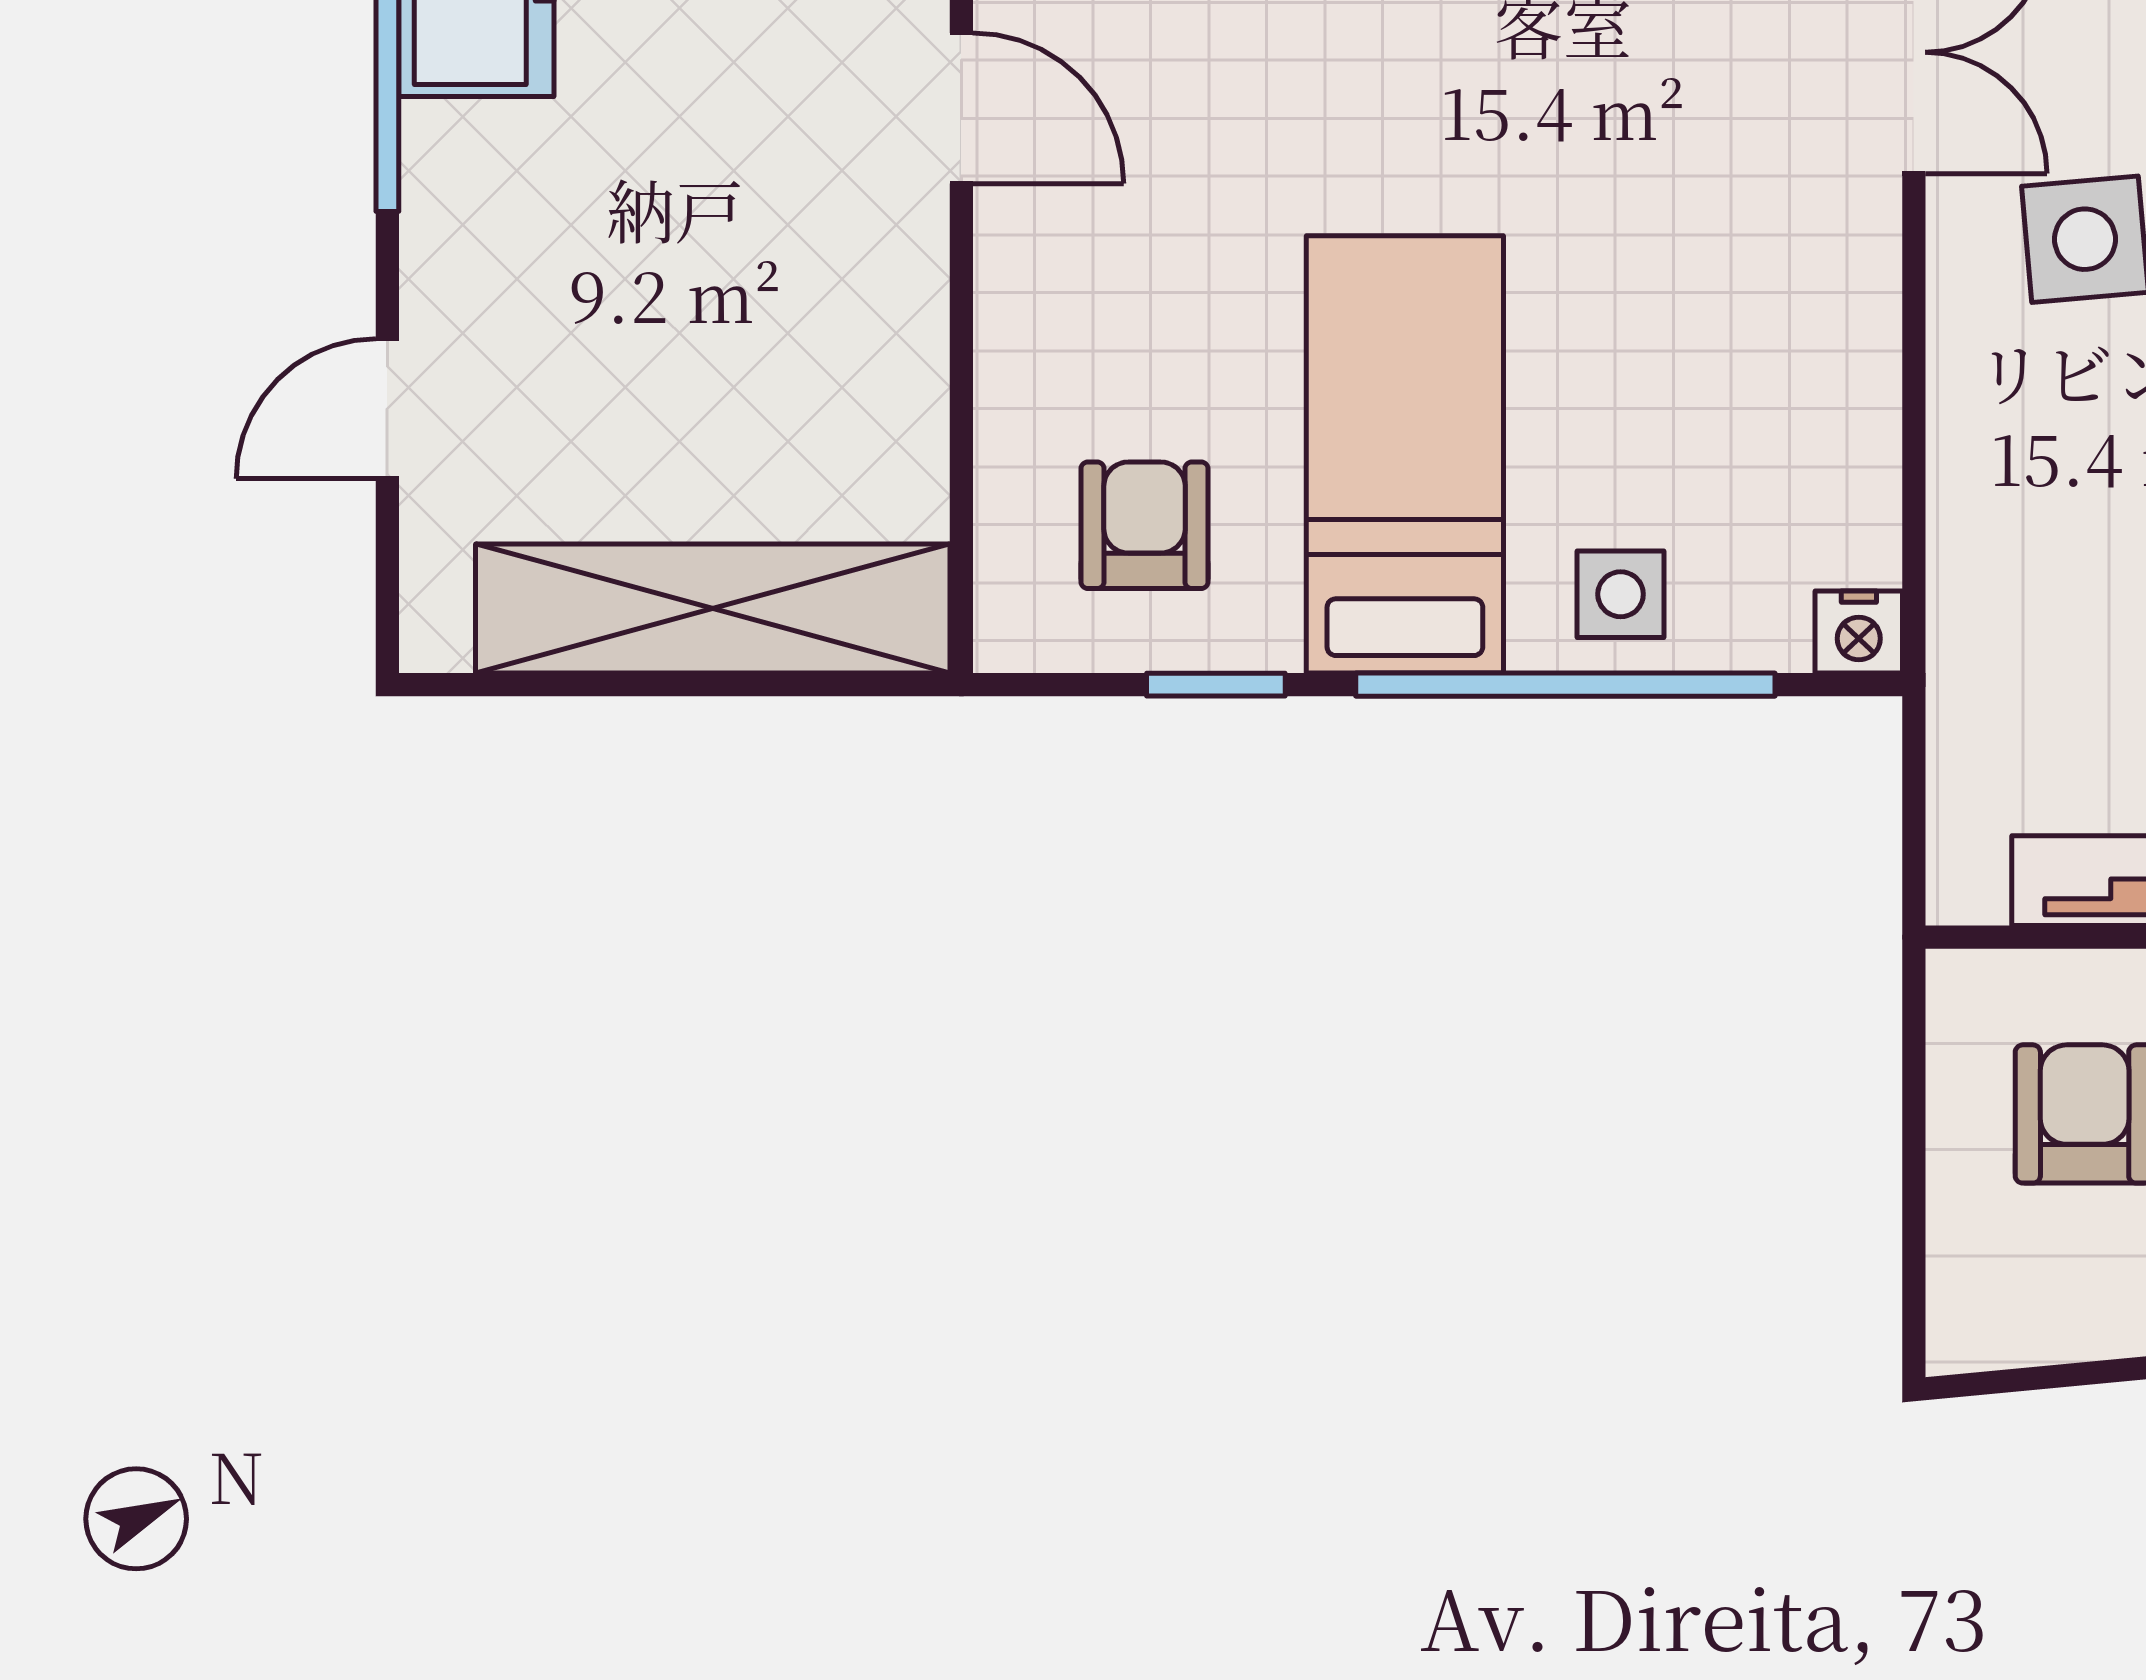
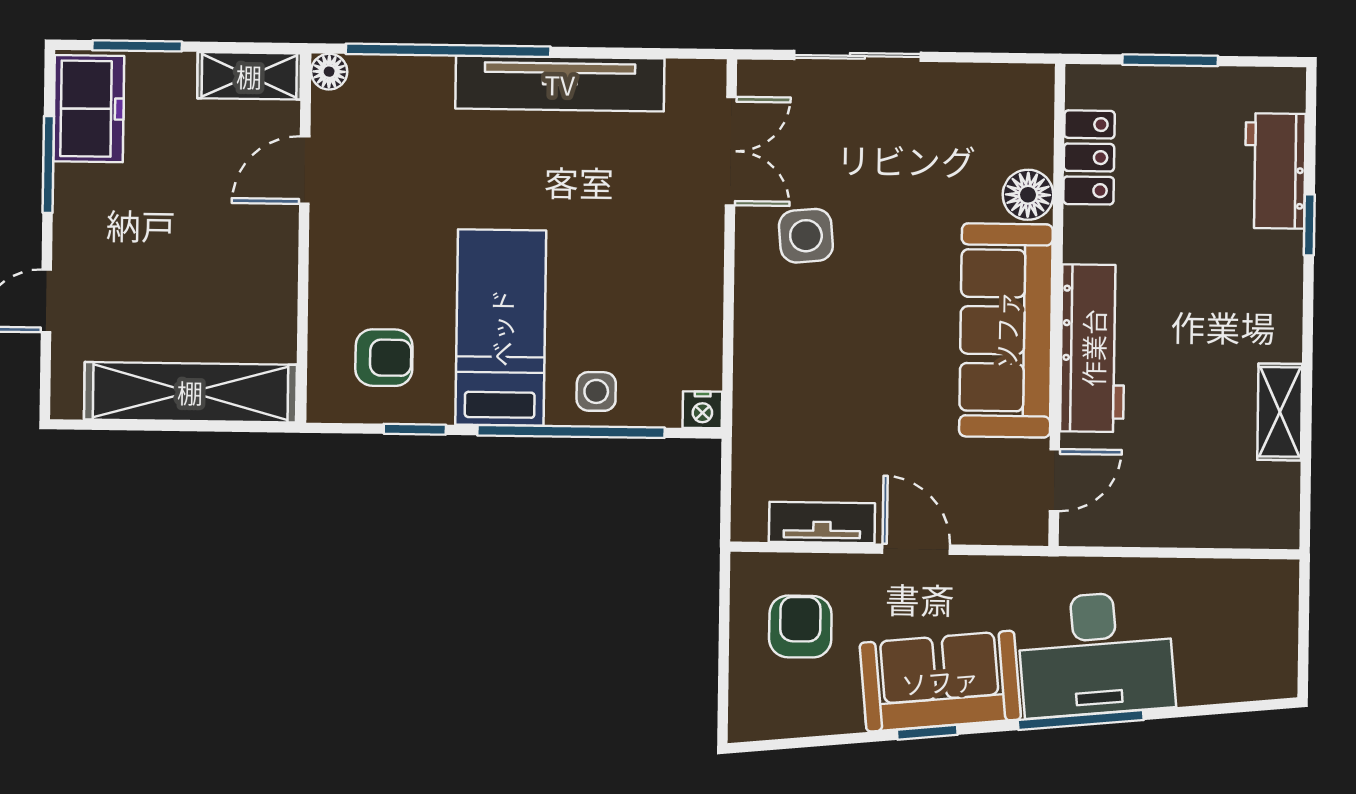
door: (961, 108) -> (305, 170), swing flipped
armchair: (1145, 525) -> (384, 358), turned 90

